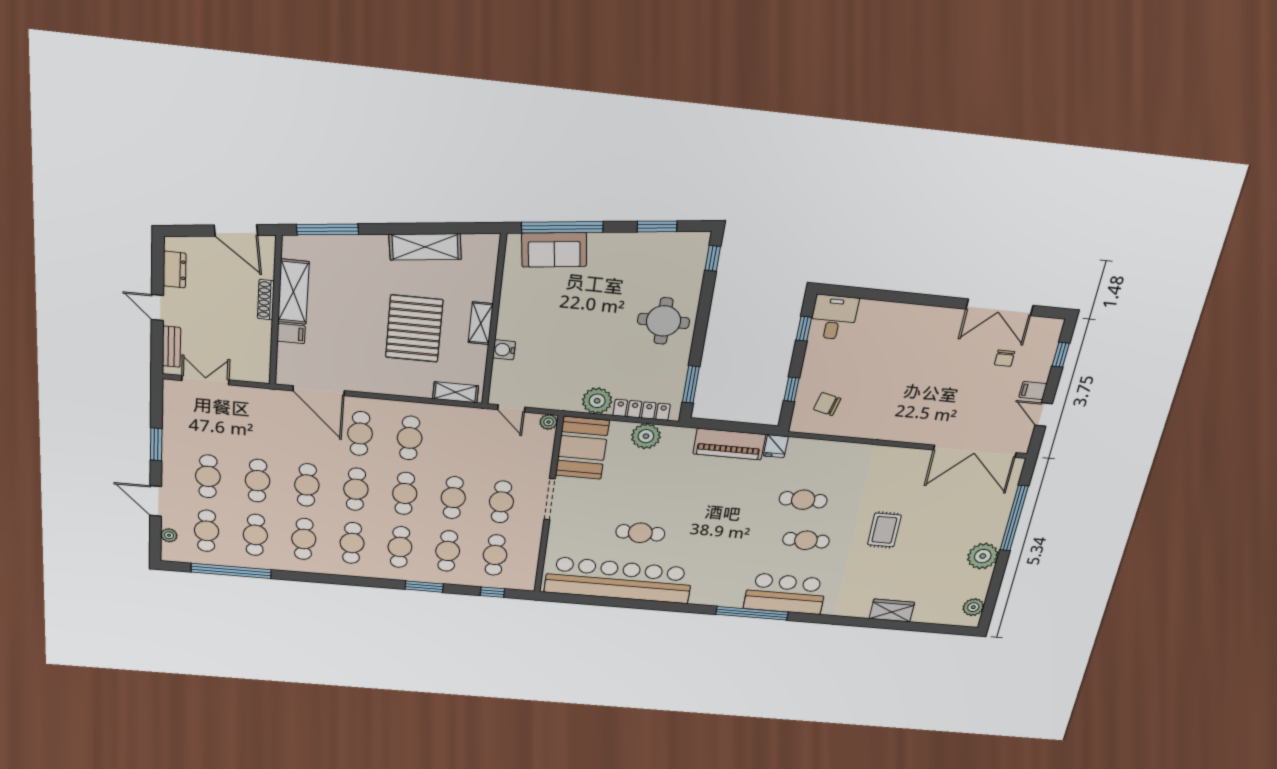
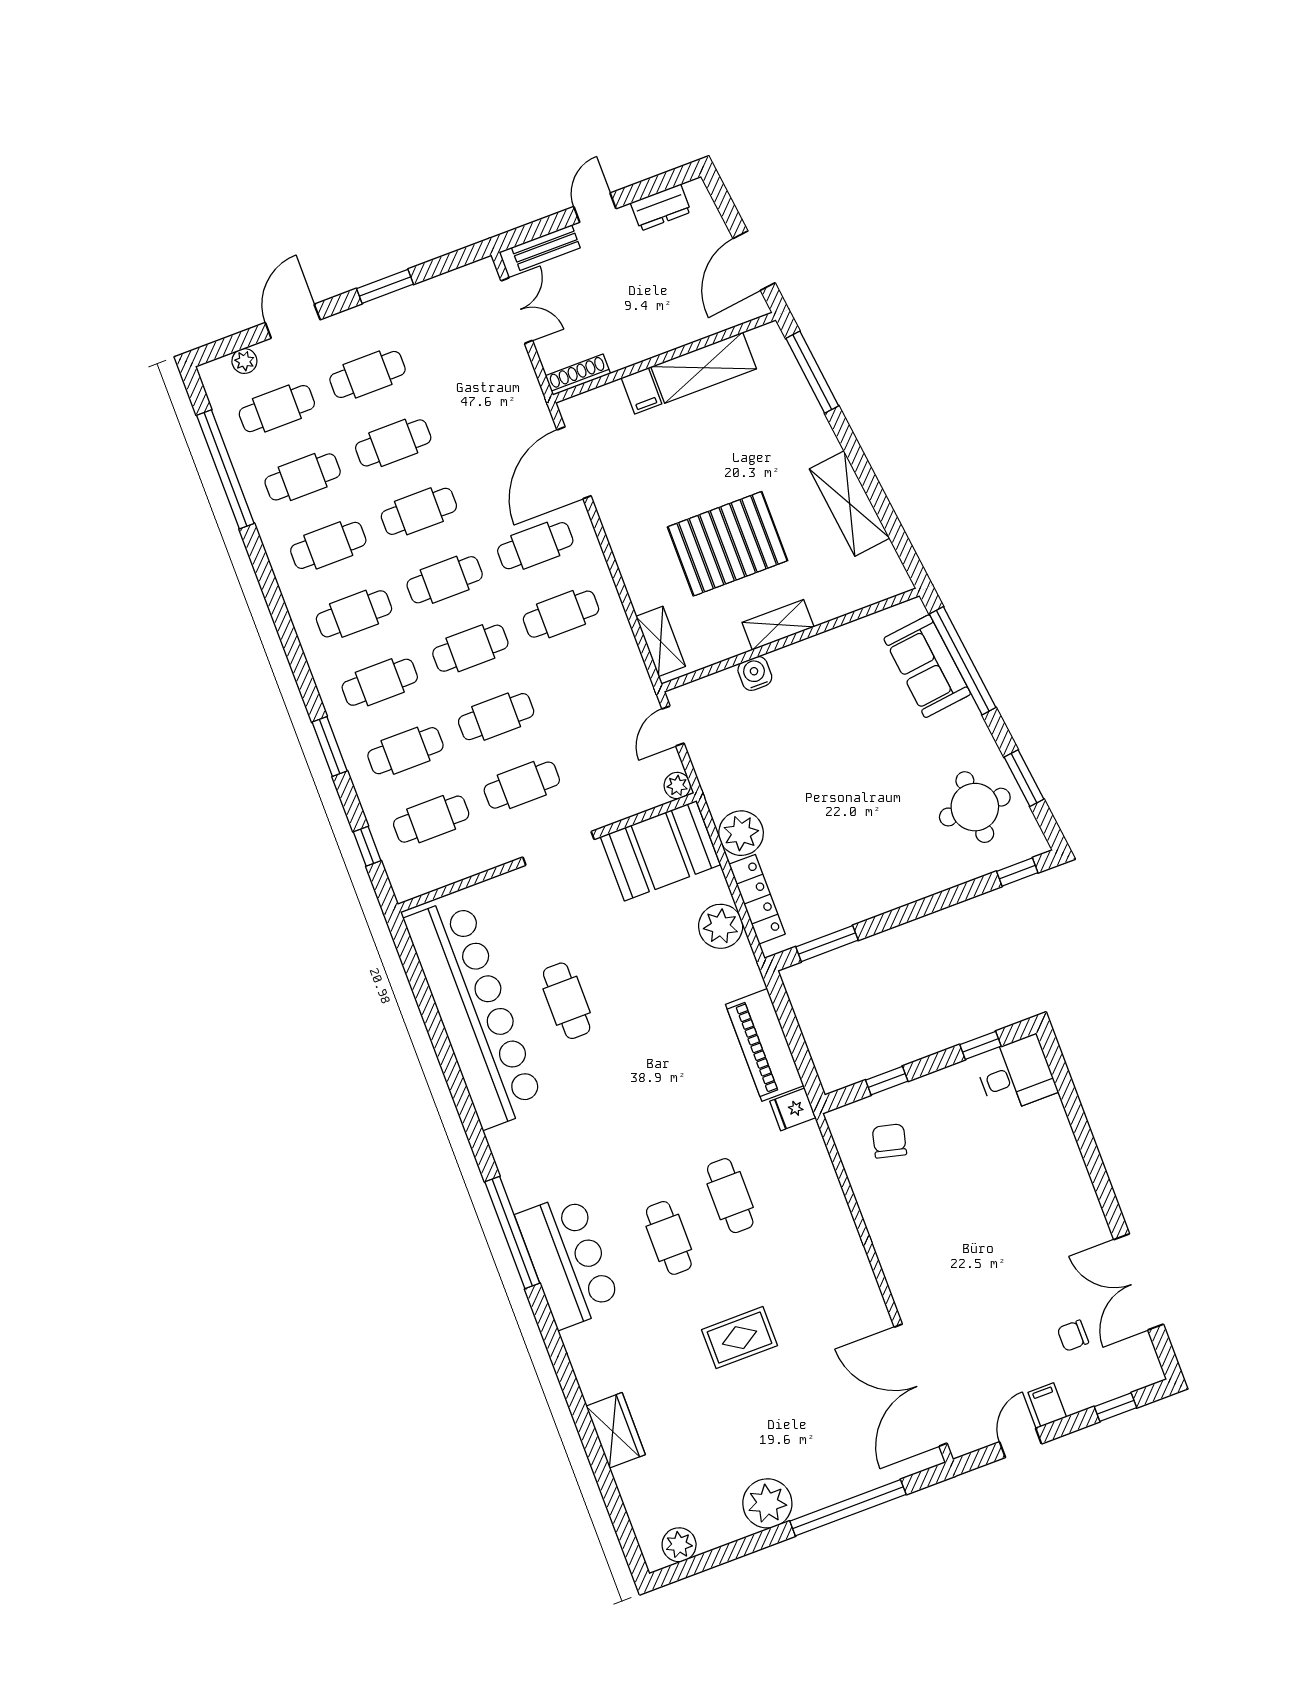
shoe rack: (266, 300) -> (578, 375), moved
round table: (664, 321) -> (975, 807), moved

